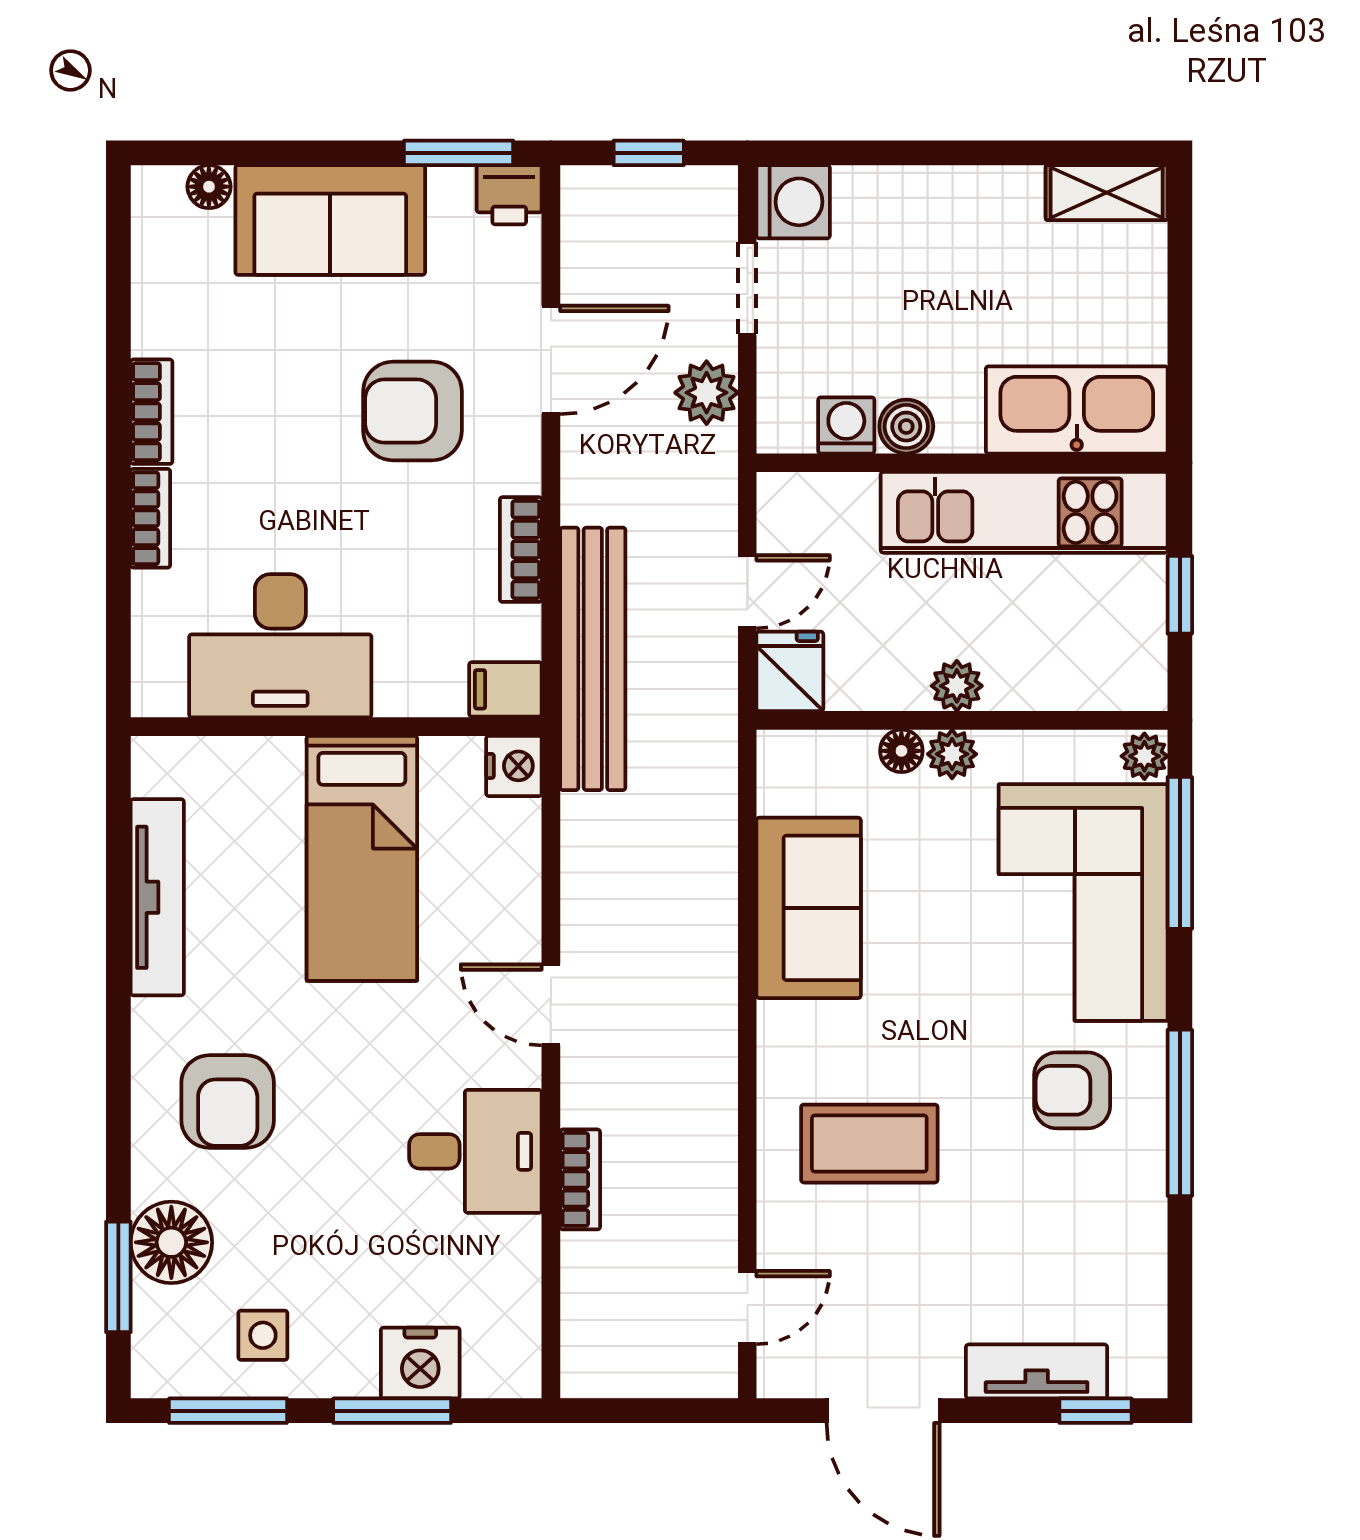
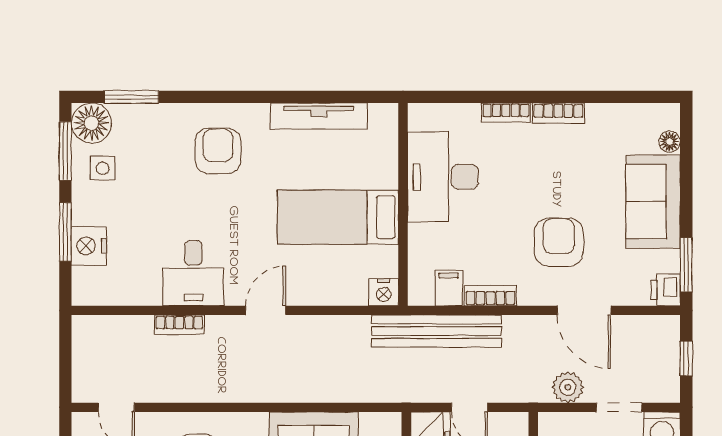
filing cabinet: (505, 689) -> (449, 288), moved
armchair: (228, 1102) -> (218, 151), turned 90
floor lamp: (171, 1242) -> (91, 123), moved

